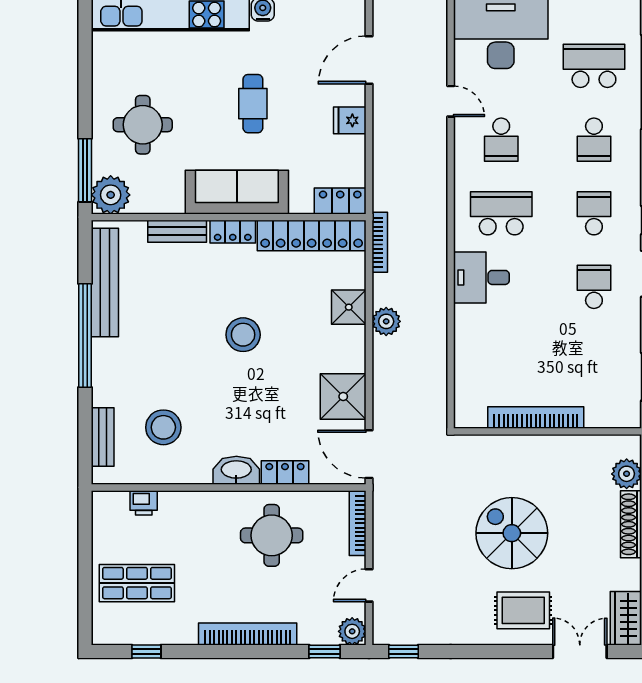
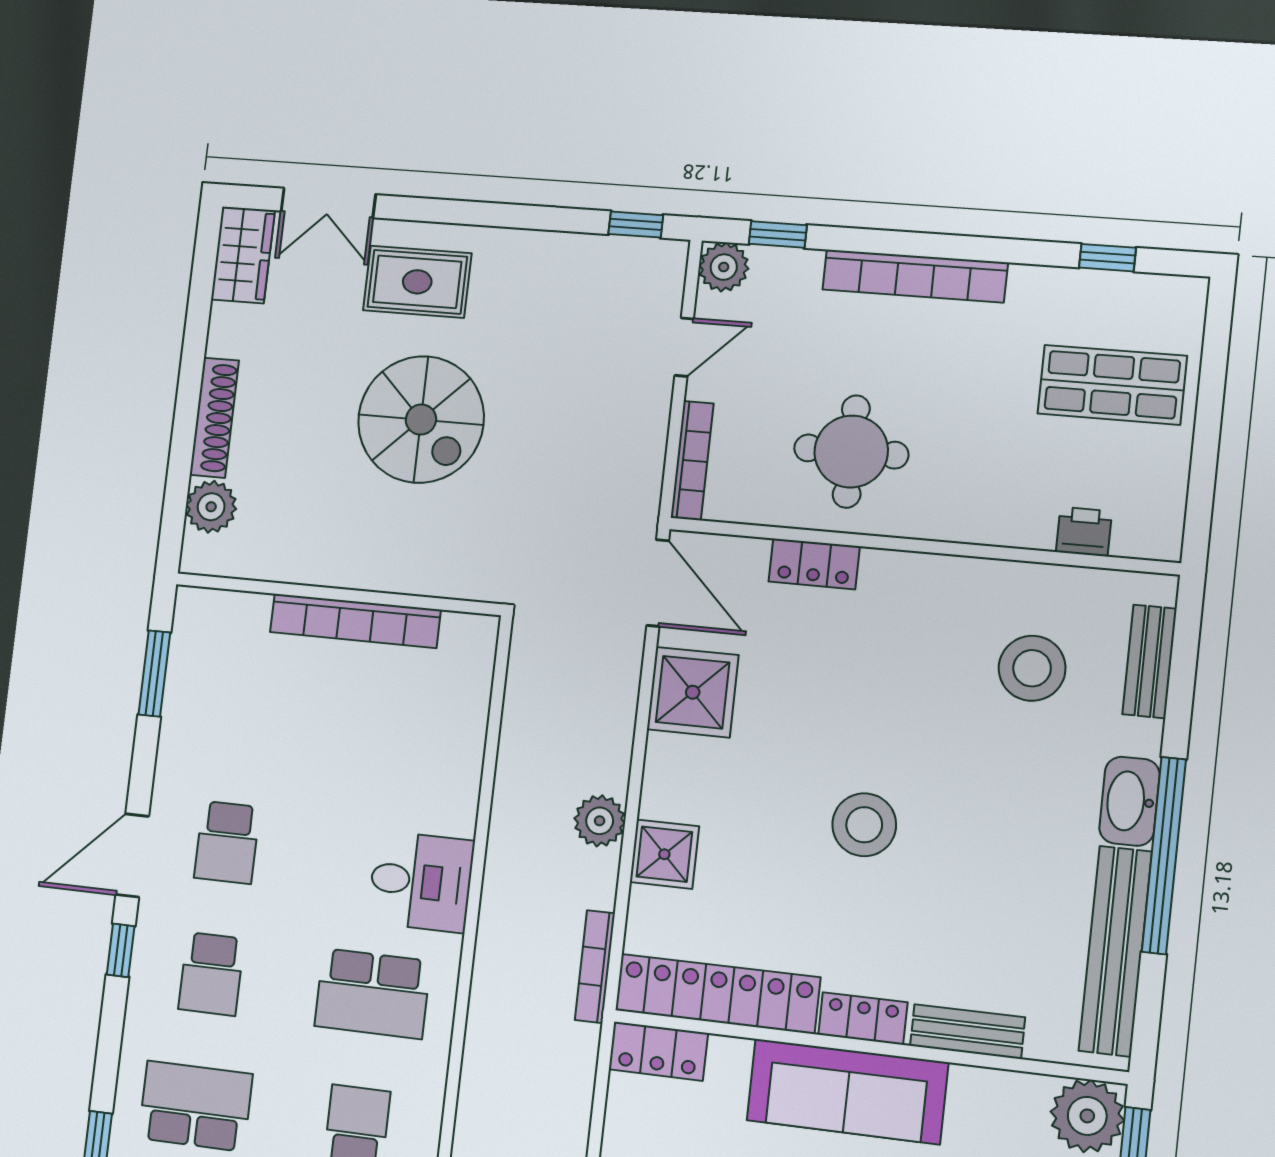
school desk: (594, 140) -> (195, 1106), width x1.85
washbasin: (236, 470) -> (1129, 801), moved, turned 90

